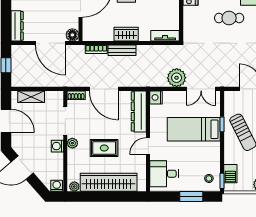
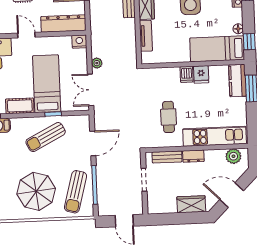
tv unit: (165, 36) -> (146, 36), moved
plant: (177, 78) -> (97, 63), width x0.53, depth x0.53
cot: (213, 155) -> (20, 106), added

